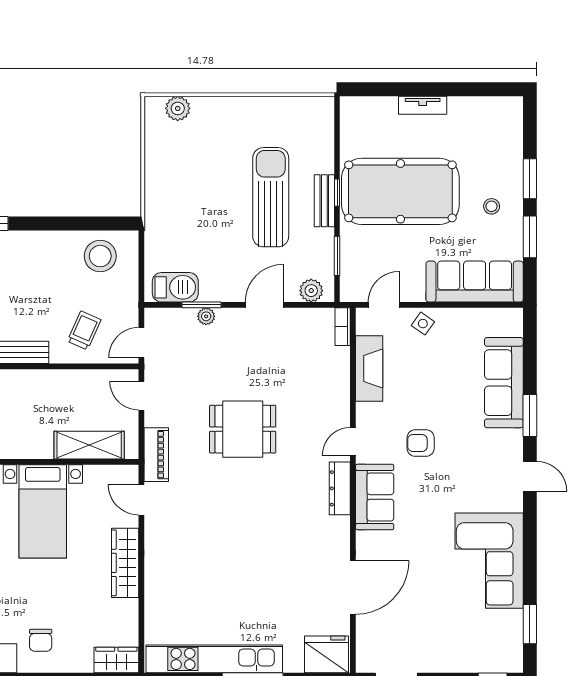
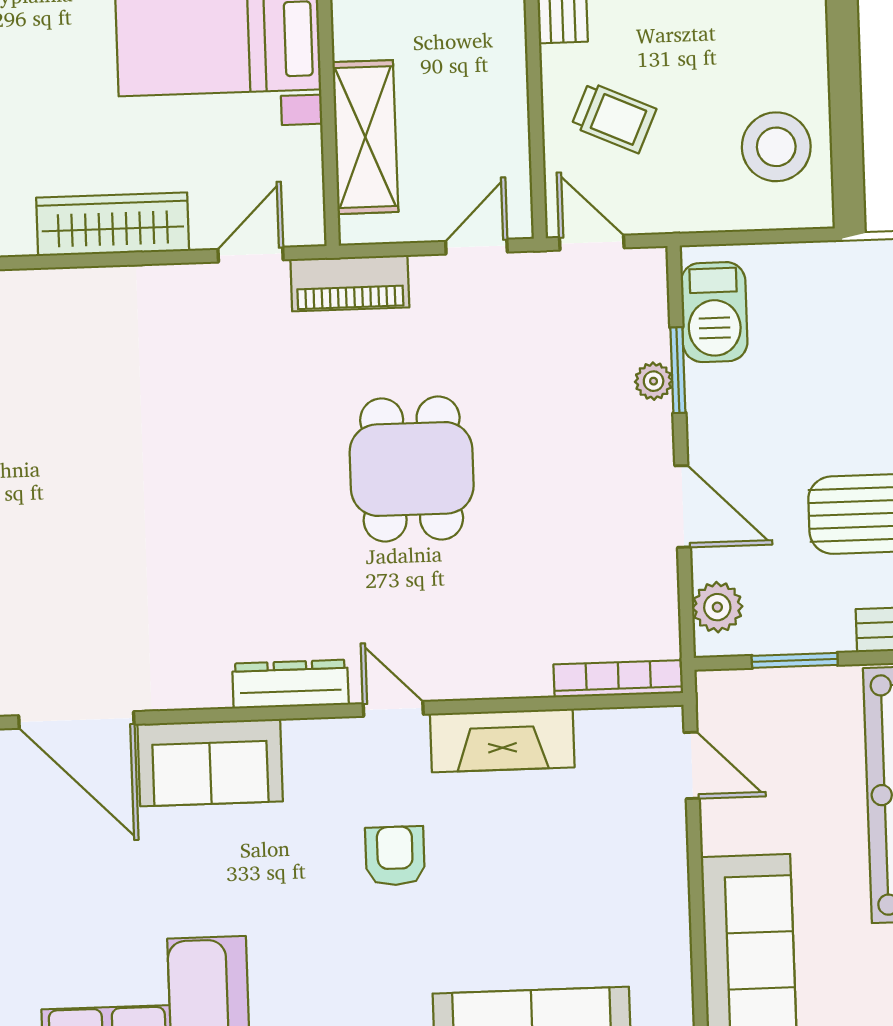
side table: (423, 324) -> (654, 852), removed
bookcase: (343, 327) -> (618, 679), width x1.56
fireplace: (369, 369) -> (502, 740), moved
sofa: (375, 497) -> (210, 763), moved

